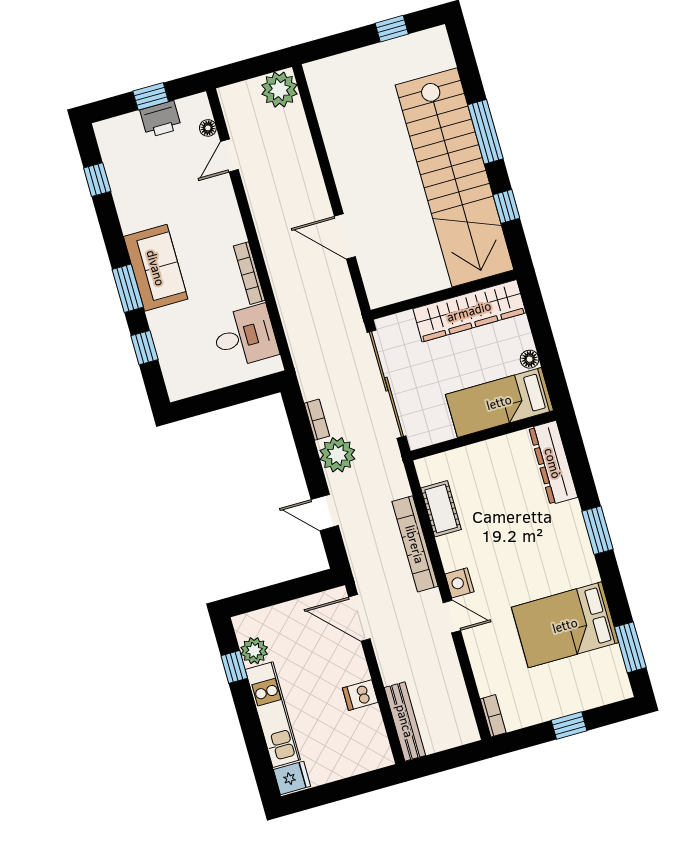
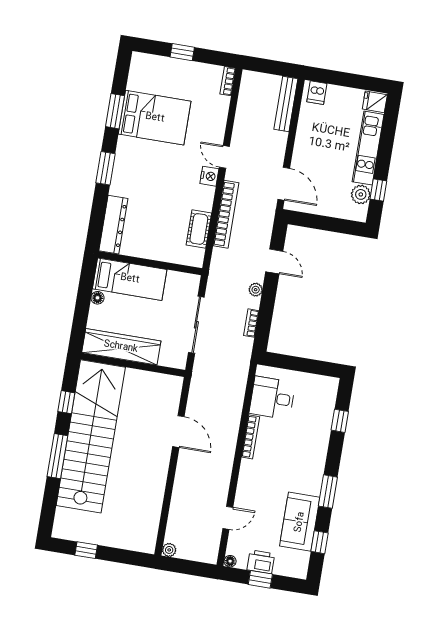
plant: (279, 90) -> (169, 550), width x0.53, depth x0.53
floor lamp: (208, 128) -> (230, 561), moved
sofa: (156, 268) -> (300, 522), moved
window: (128, 288) -> (328, 492), moved
sliding door: (386, 384) -> (196, 325), width x0.73
plant: (337, 455) -> (256, 290), width x0.53, depth x0.53
window: (630, 647) -> (115, 111), moved
dishwasher: (360, 695) -> (317, 93), moved, turned 90

